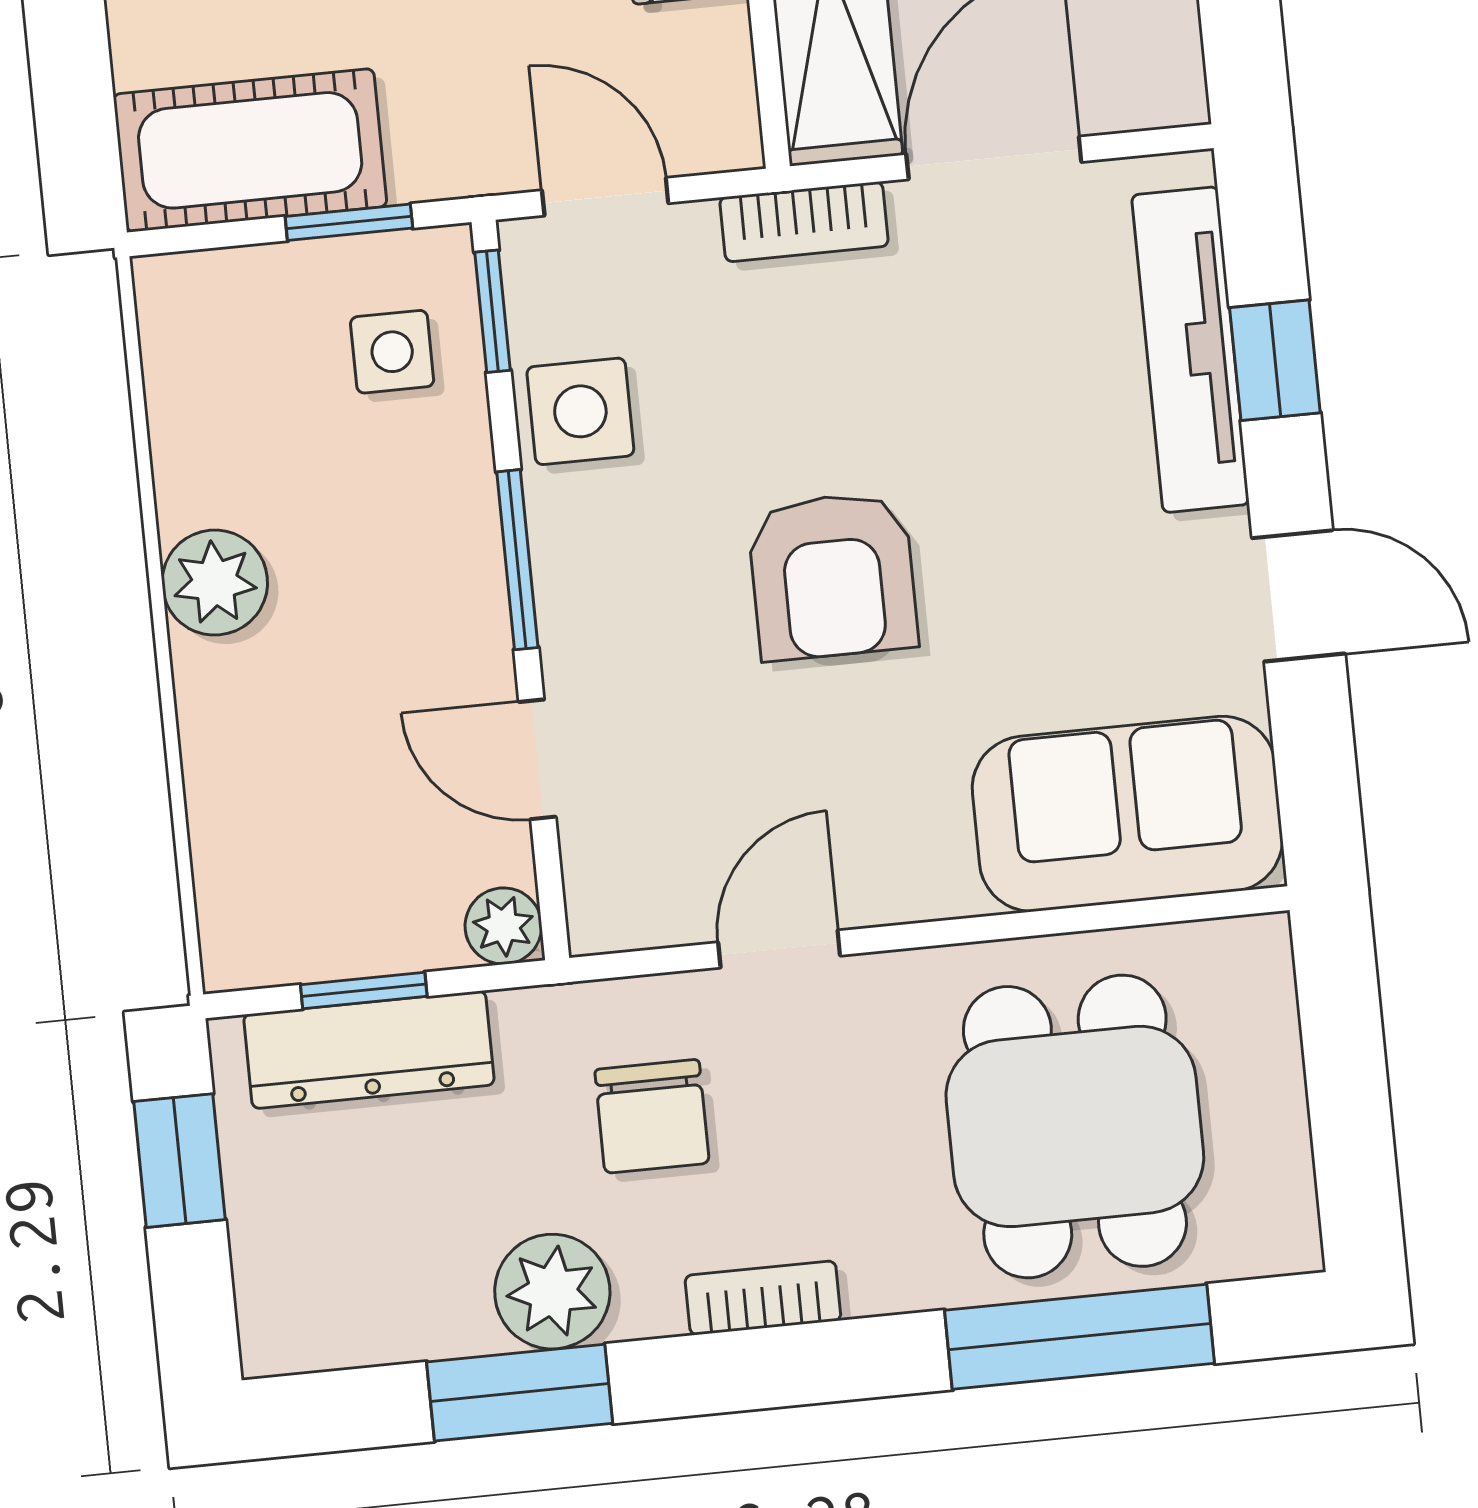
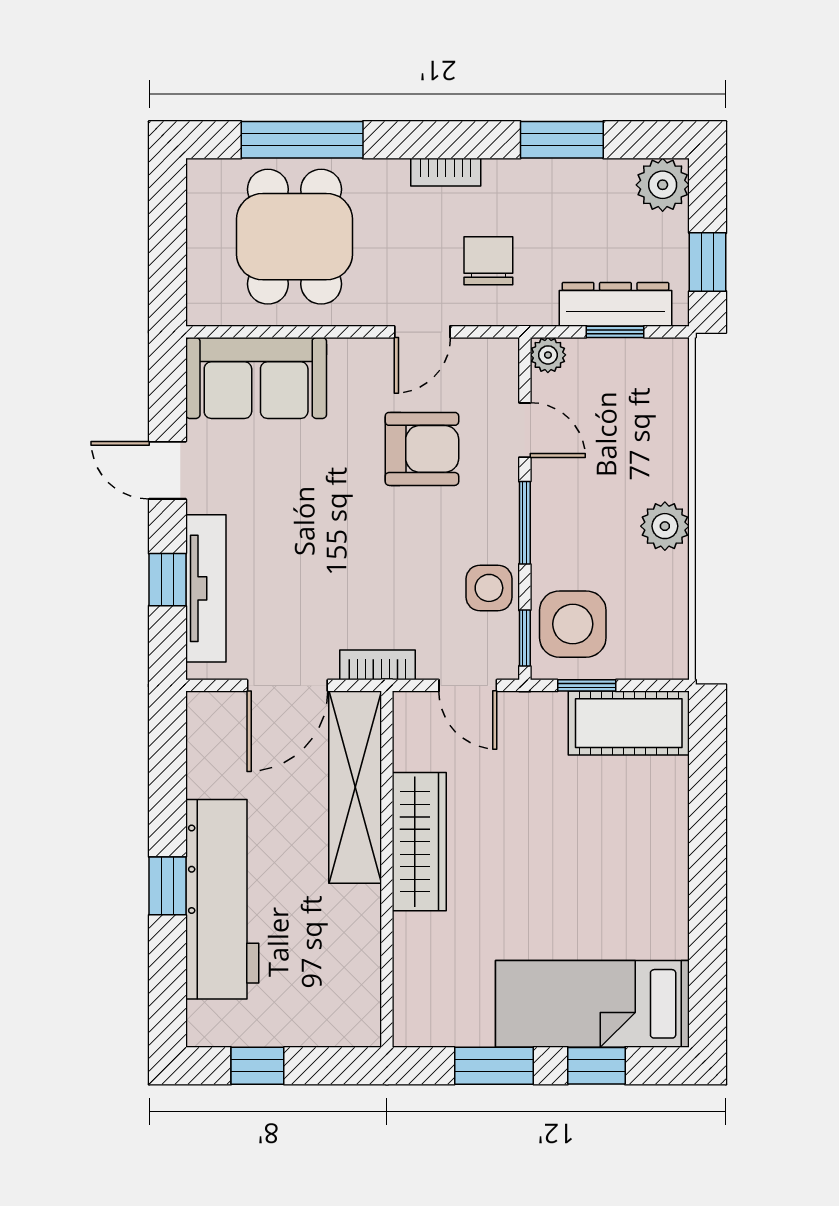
side table: (392, 352) -> (573, 624), width x1.87, depth x1.87
armchair: (833, 576) -> (422, 449), moved, turned 90
plant: (552, 1292) -> (663, 185), moved

